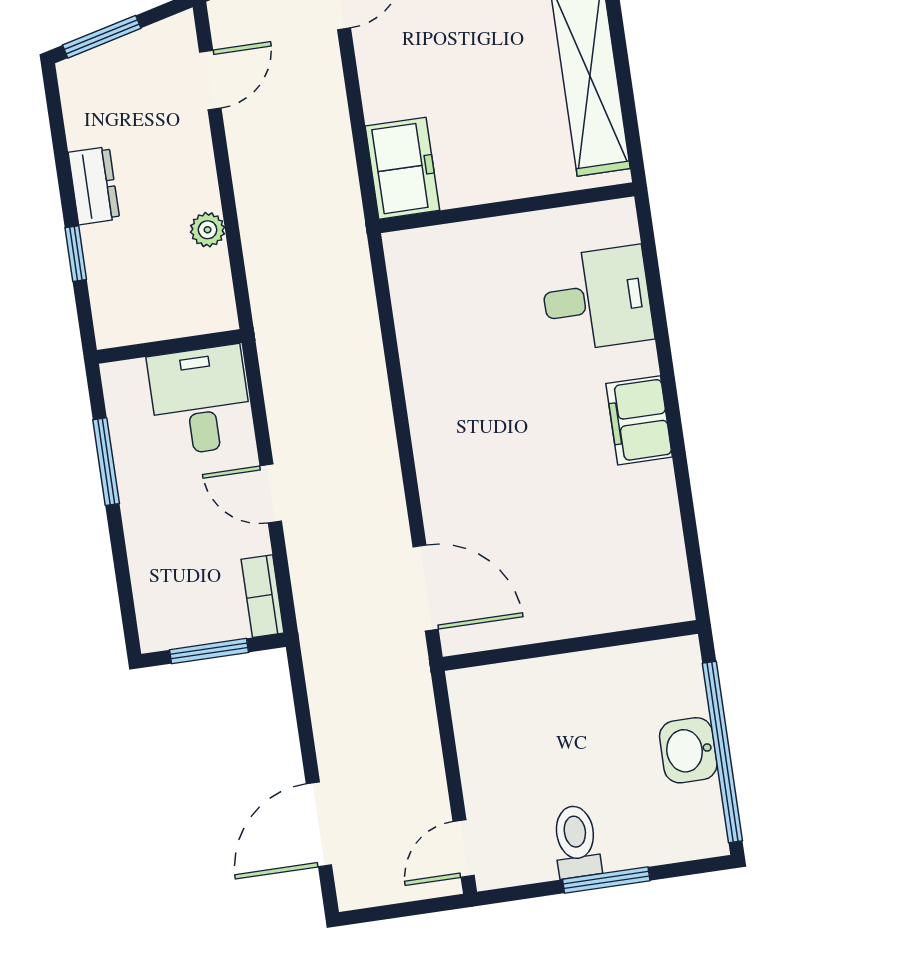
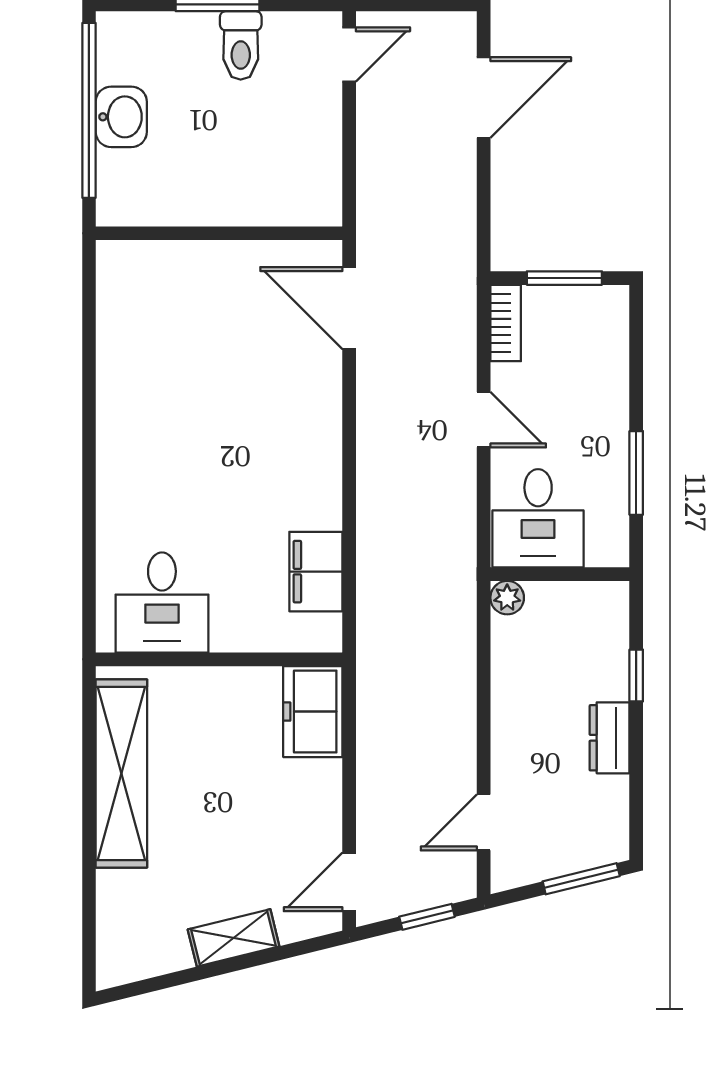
plant: (208, 230) -> (507, 598), moved
desk: (597, 299) -> (162, 603), moved, turned -90
filing cabinet: (639, 420) -> (316, 572), moved, turned 180

